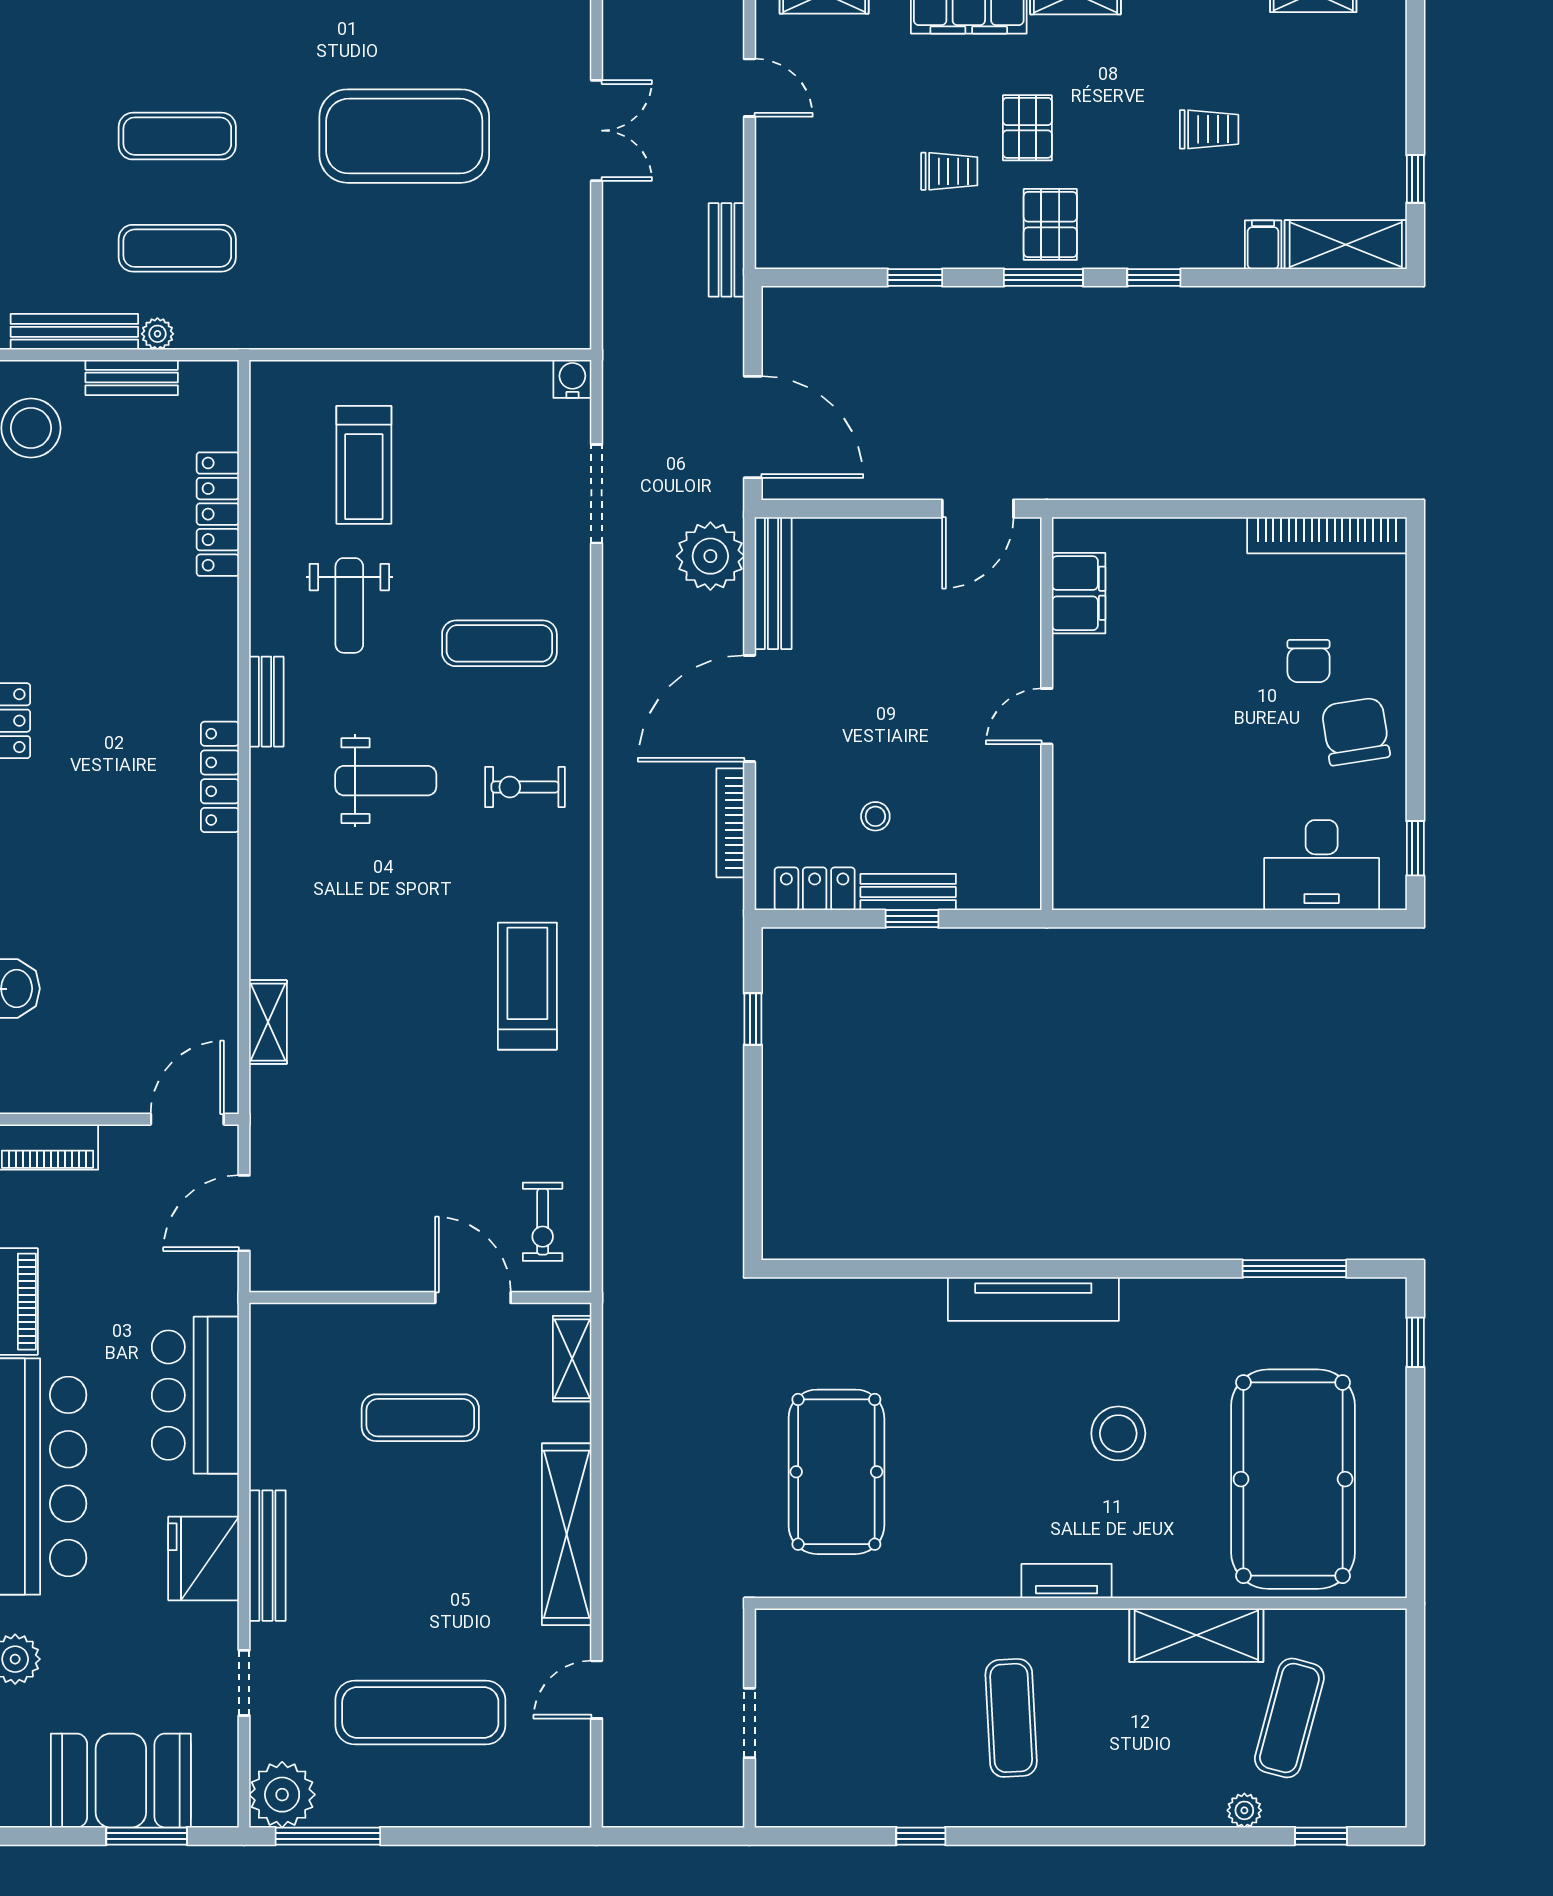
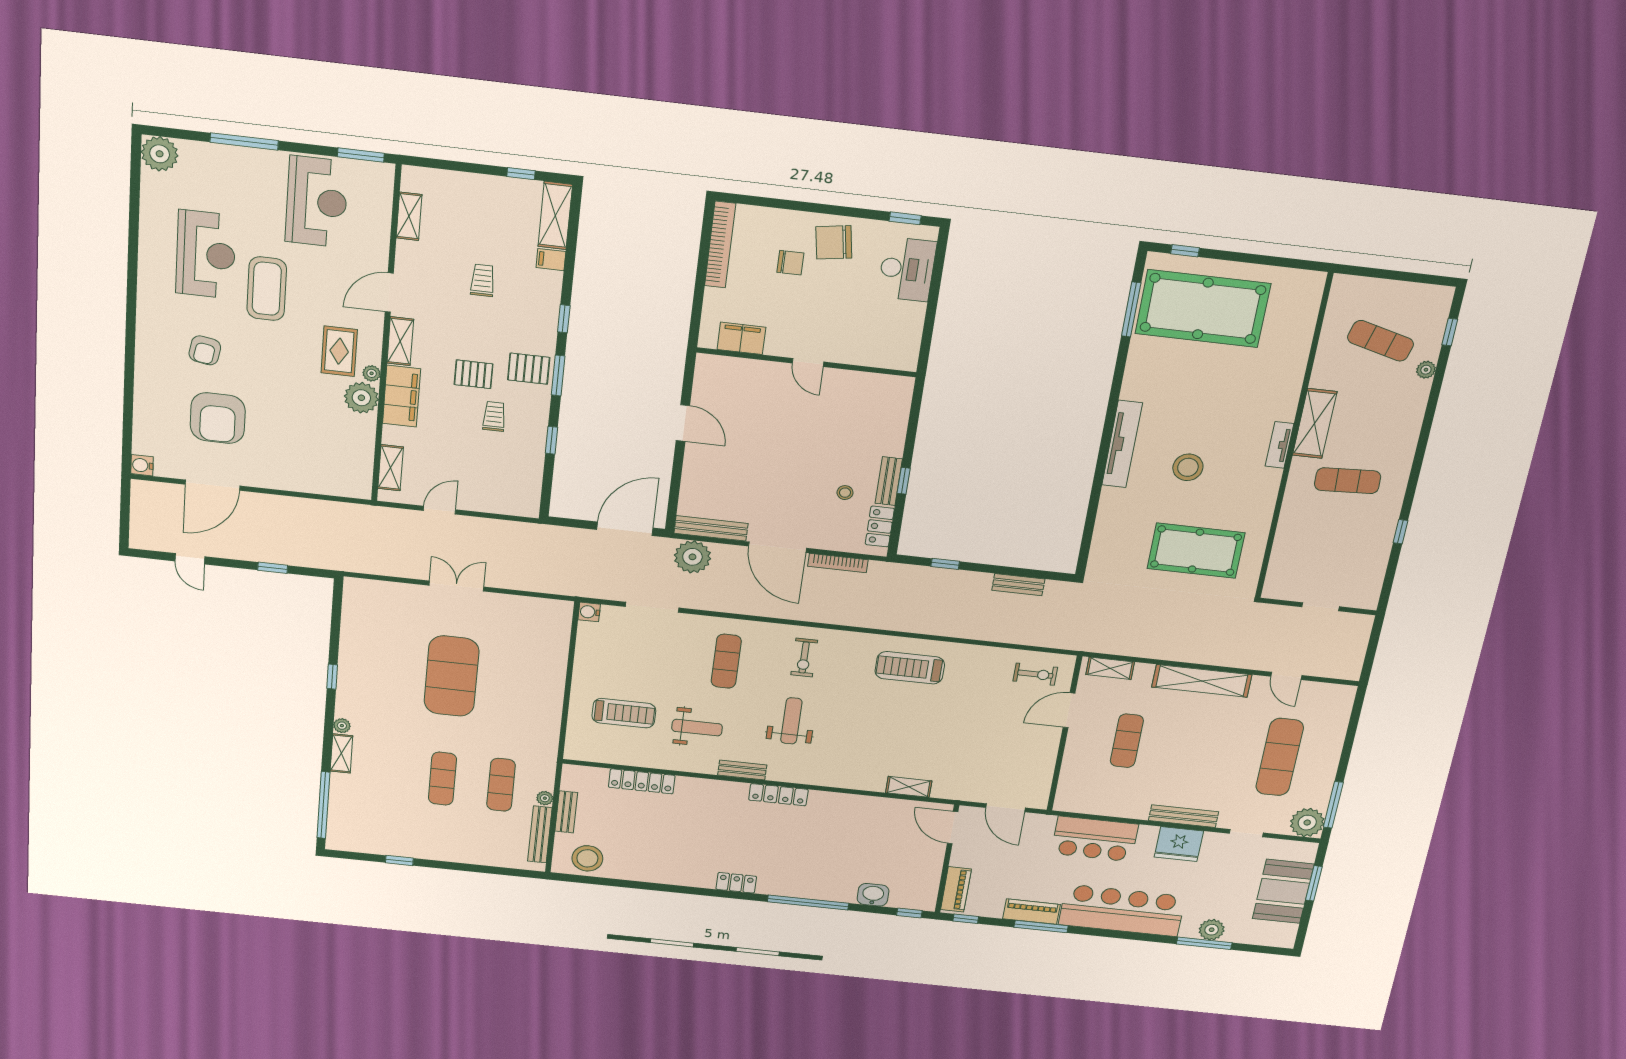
bench: (726, 250) -> (1018, 585), moved
filing cabinet: (1079, 593) -> (741, 338), moved
wall: (1047, 714) -> (807, 362), moved
door: (1047, 716) -> (808, 363), moved
stool: (1118, 1433) -> (1188, 467), moved
pool table: (1293, 1479) -> (1203, 309), moved
shelving: (1196, 1635) -> (1315, 423), moved

